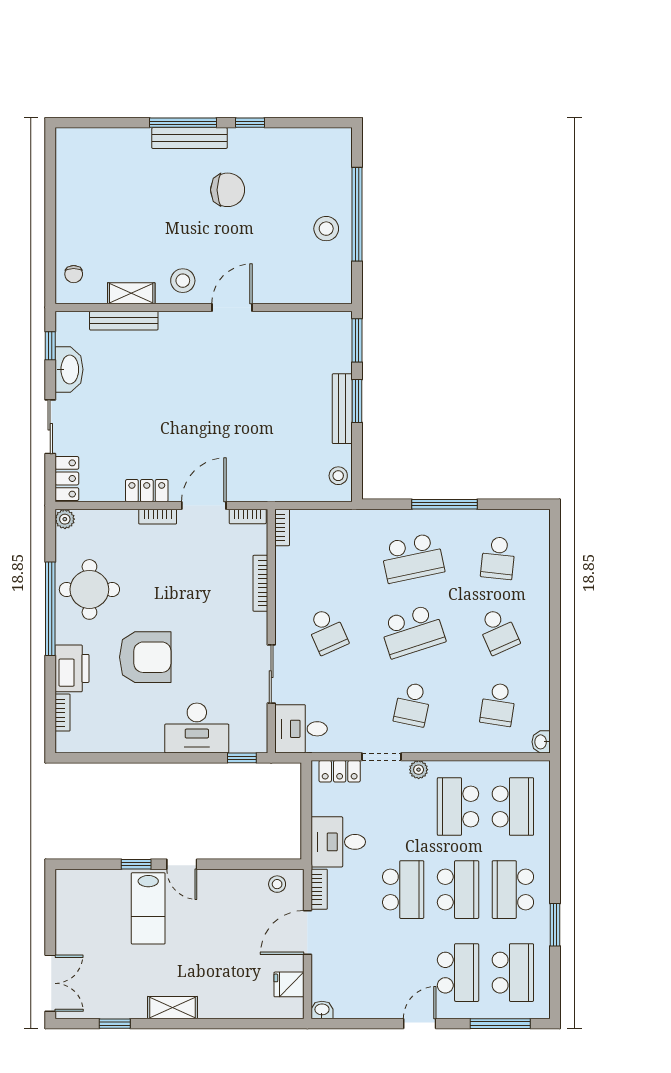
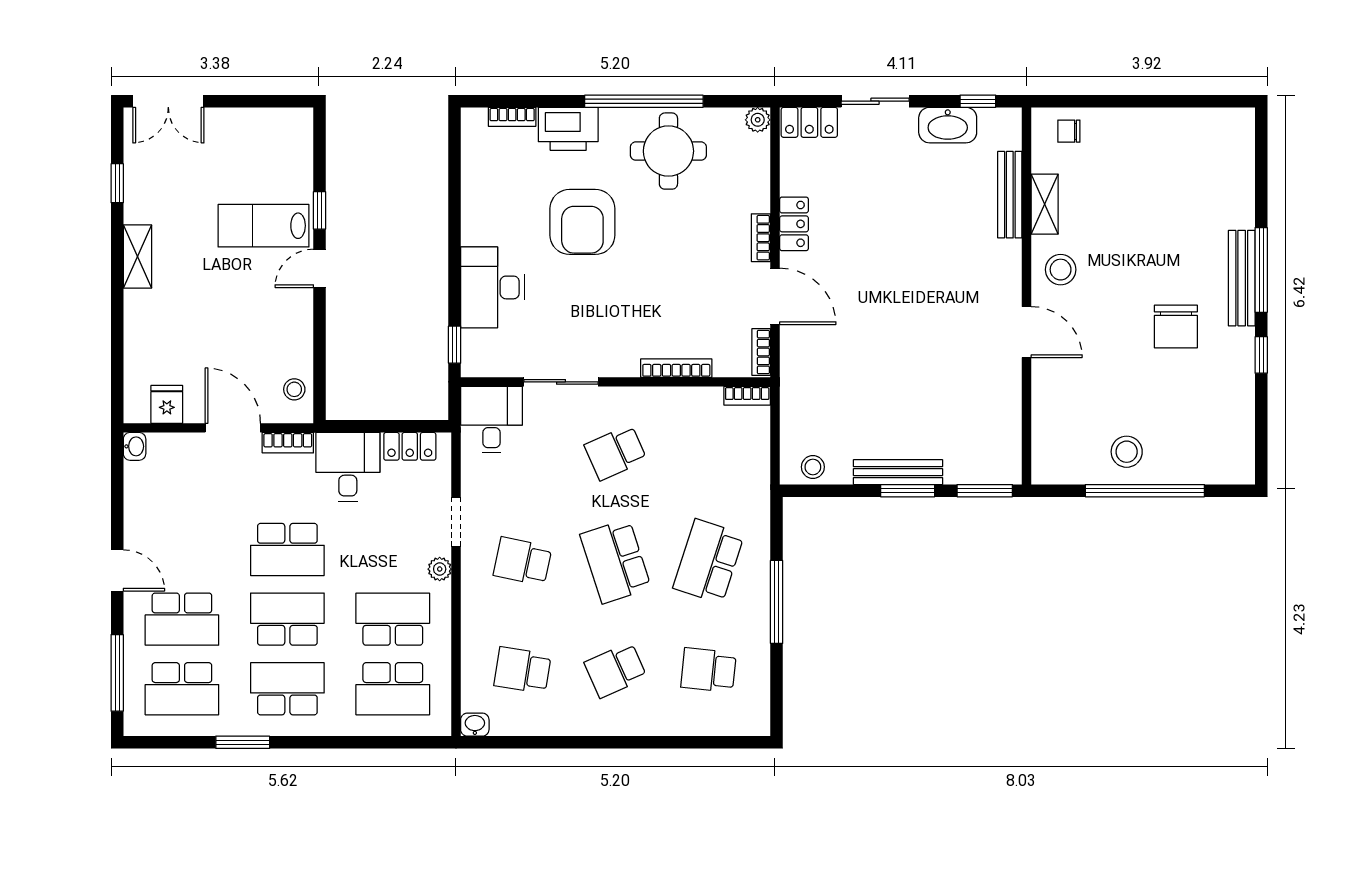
school desk: (412, 558) -> (709, 561), turned 30
locker: (340, 771) -> (410, 446), moved, turned -90
school desk: (458, 890) -> (287, 619), turned 180

